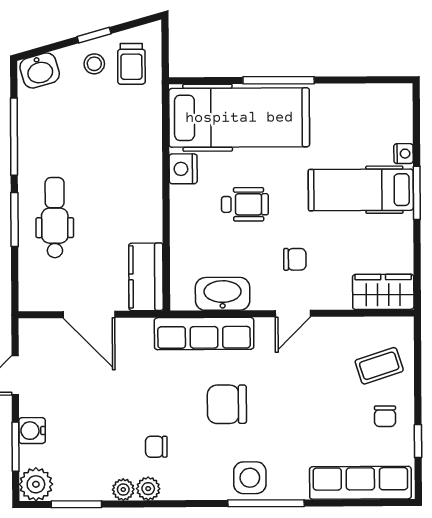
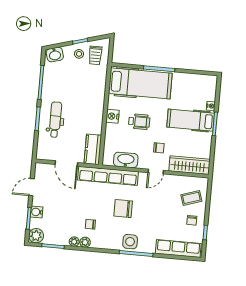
nightstand: (183, 169) -> (113, 116), moved
wardrobe: (383, 292) -> (190, 165), width x1.50
row of seats: (204, 334) -> (108, 176), width x1.36

